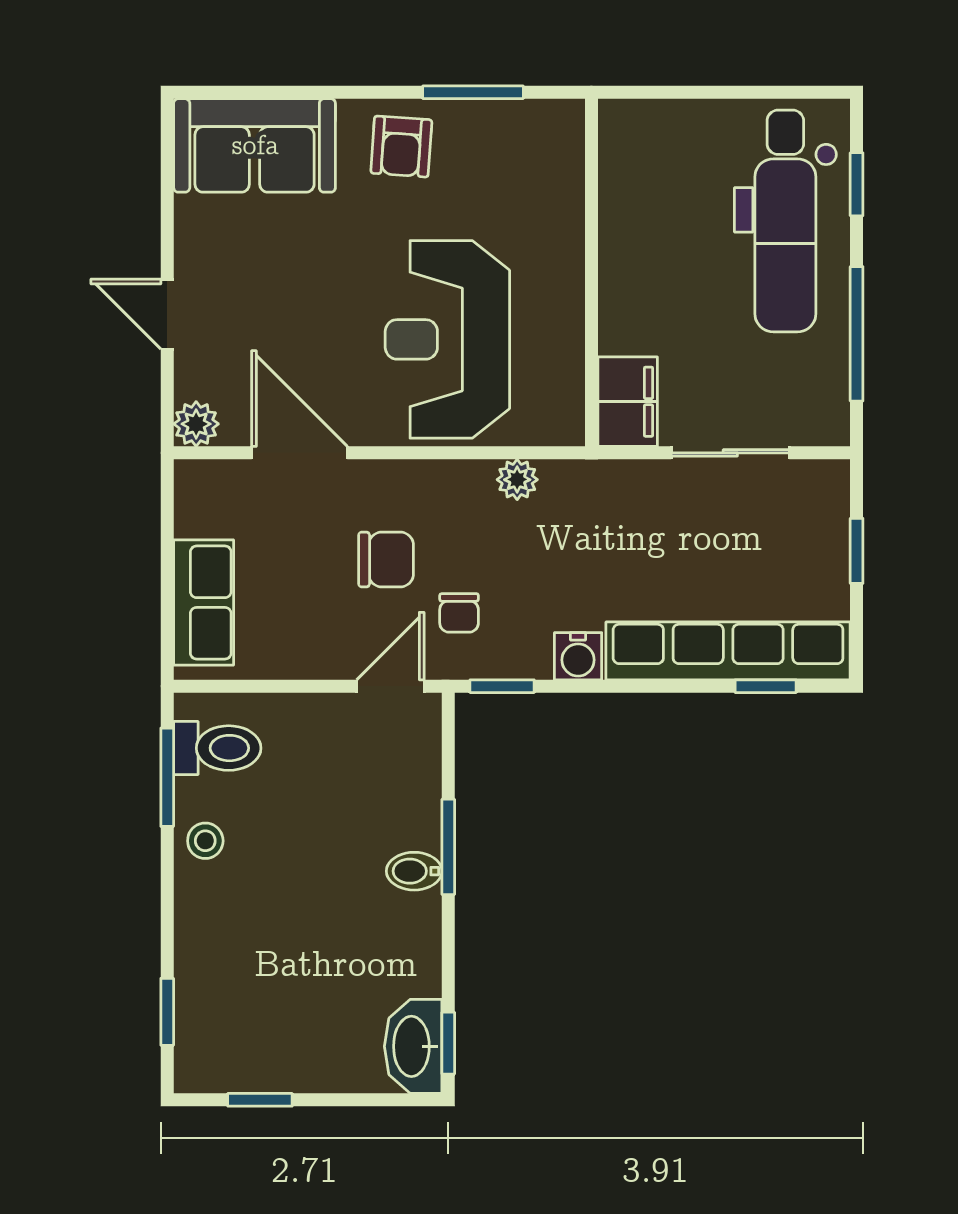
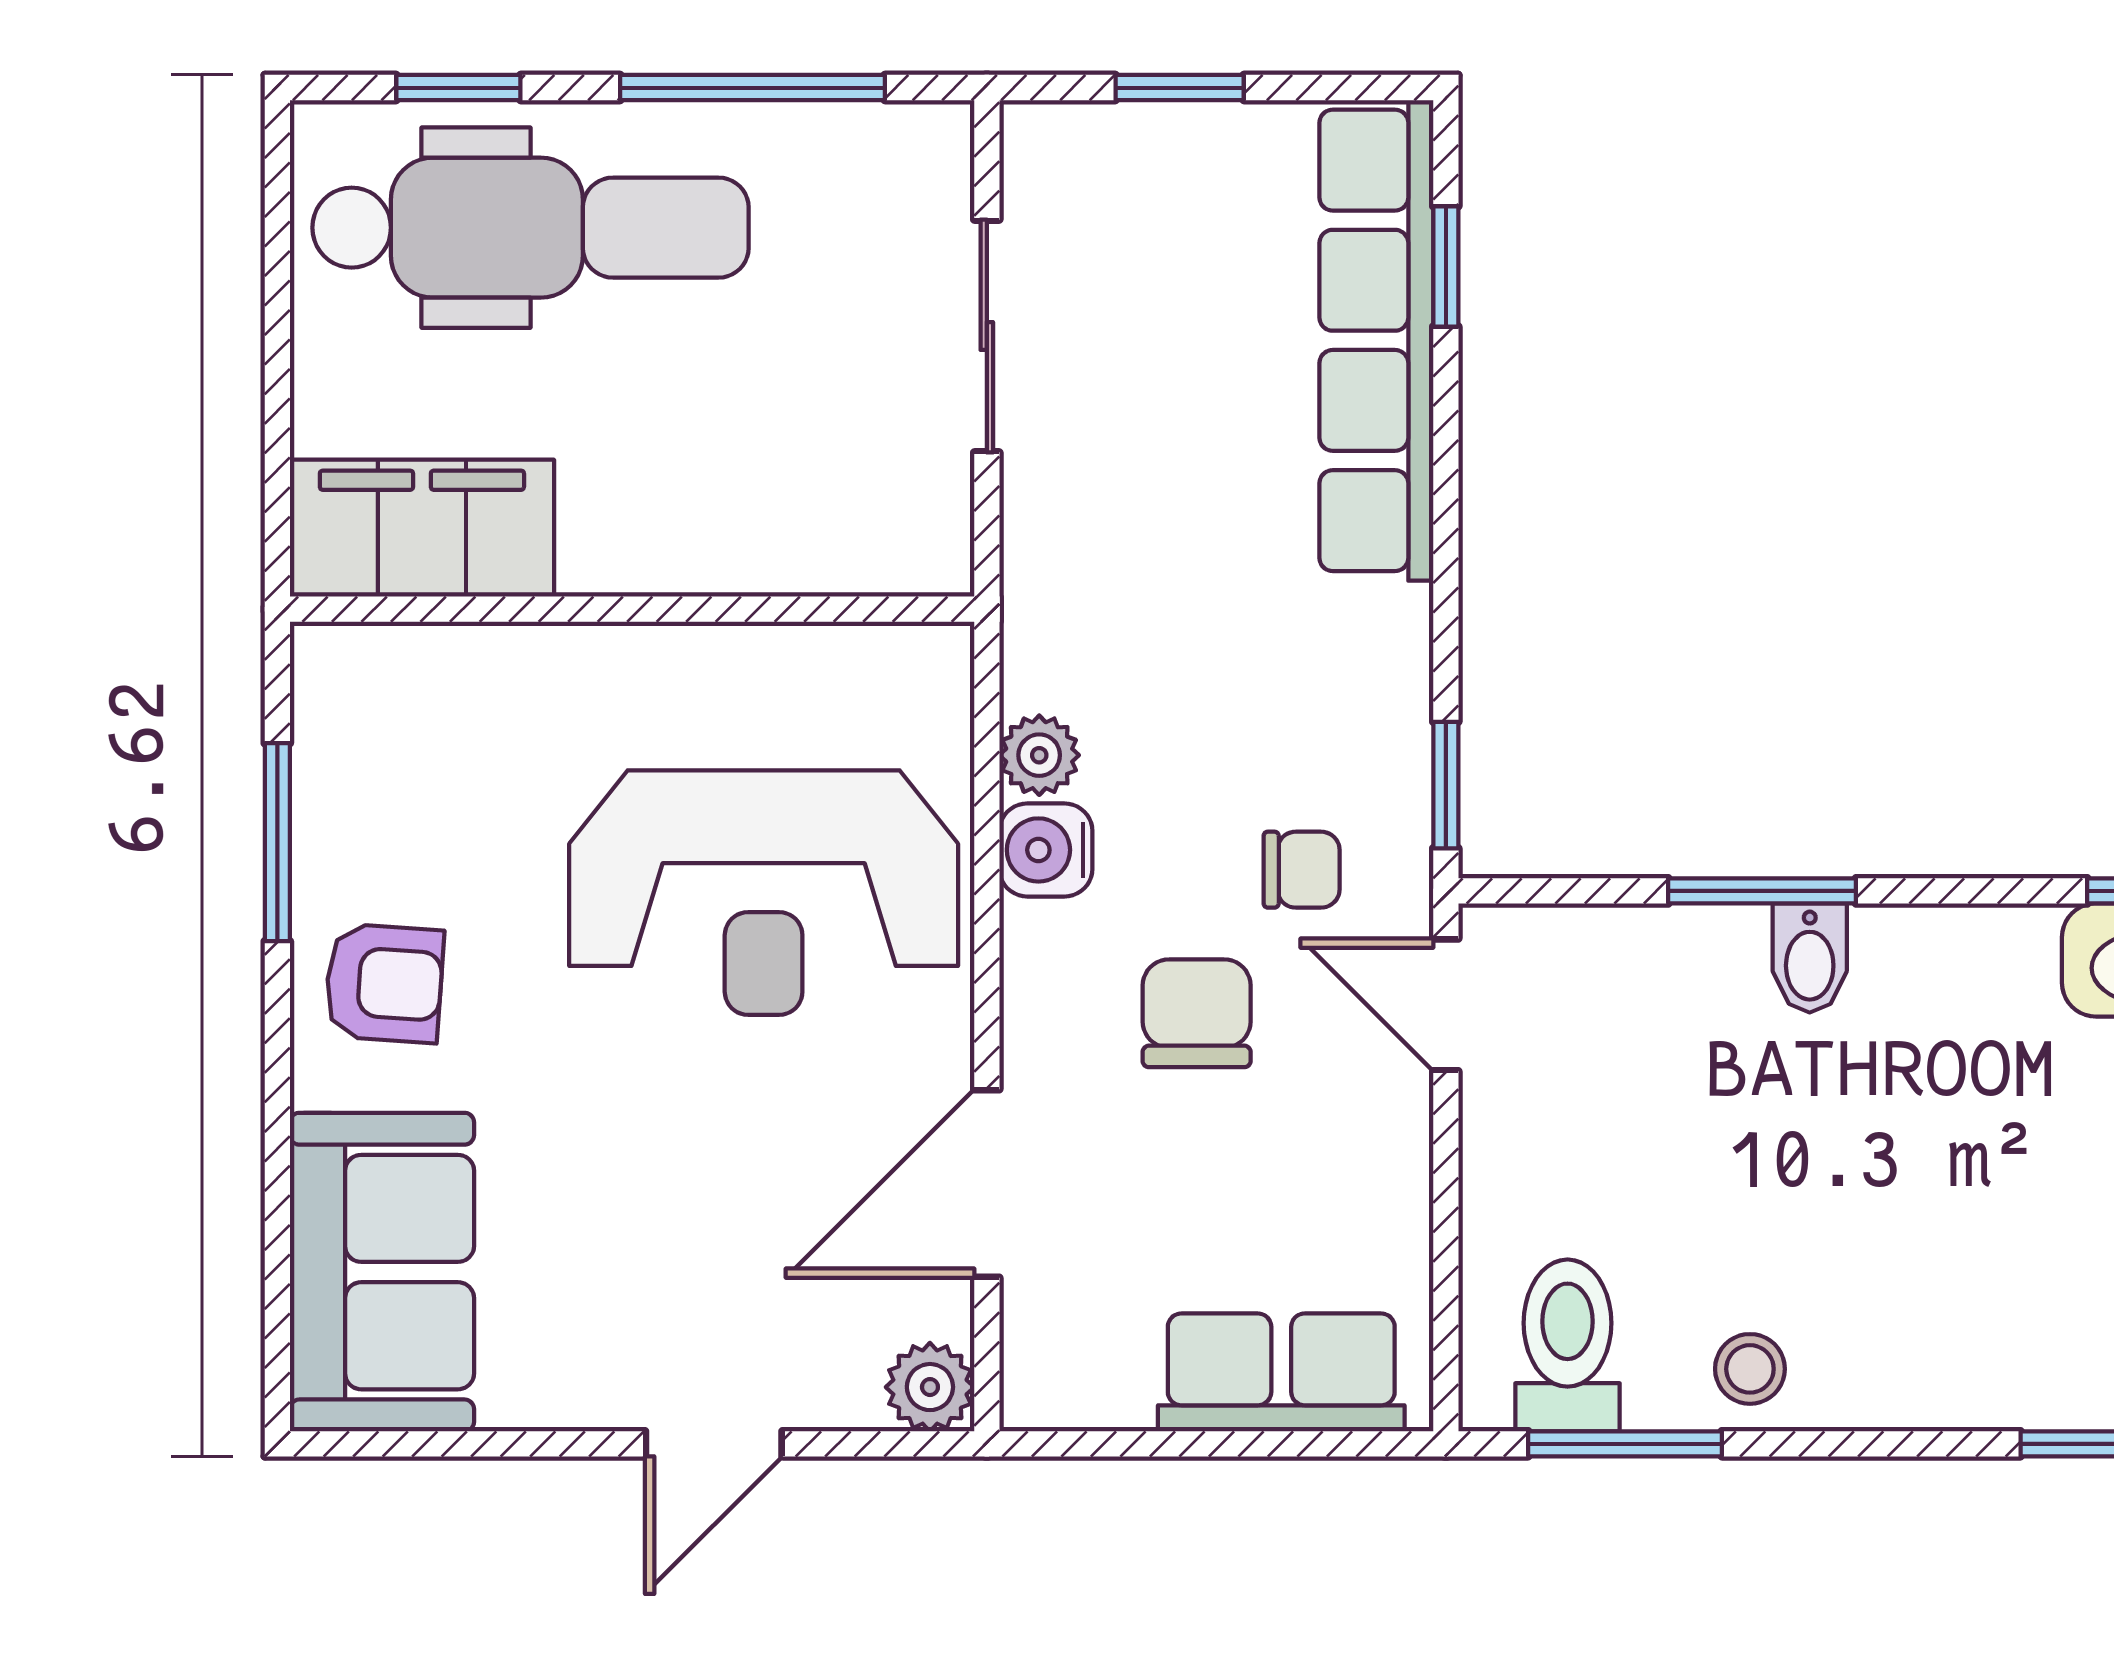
filing cabinet: (628, 402) -> (422, 528), moved, width x1.50, depth x1.17
water cooler: (578, 656) -> (1046, 850), moved, turned 180

